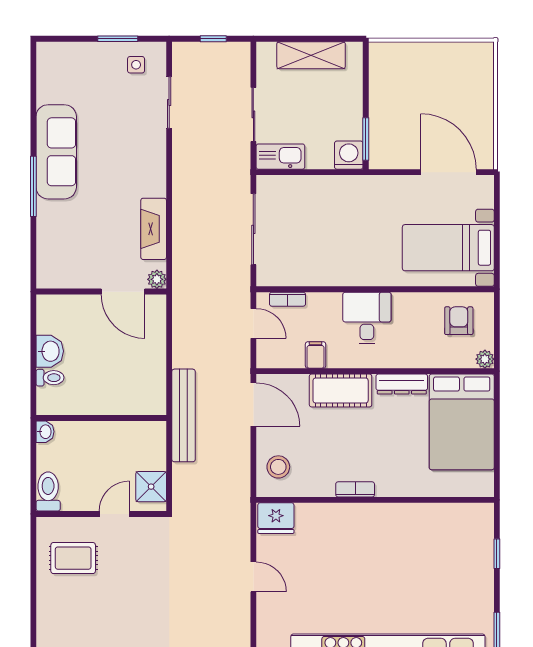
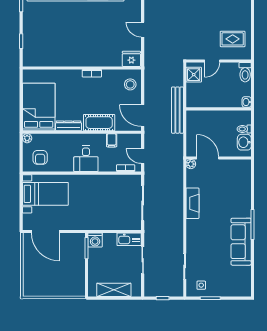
plant: (157, 279) -> (191, 164), moved
wall: (101, 292) -> (219, 158), moved
door: (123, 292) -> (208, 158), moved

